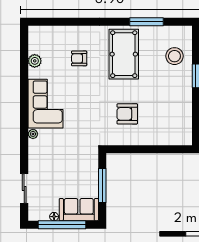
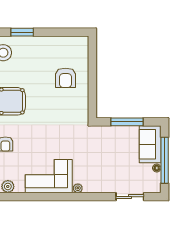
armchair: (127, 114) -> (65, 78), moved

